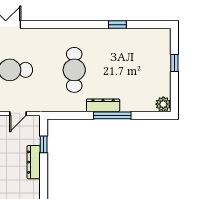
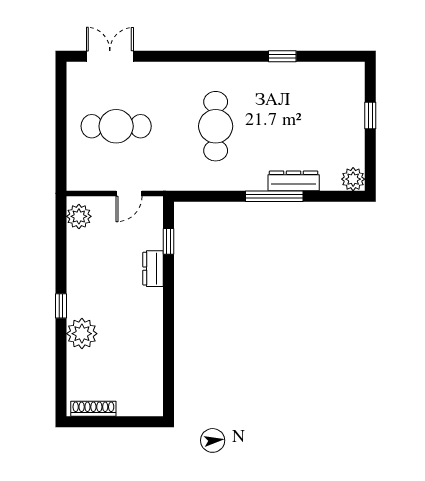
dresser: (103, 105) -> (294, 181), moved
dresser: (34, 162) -> (153, 269), width x0.70

